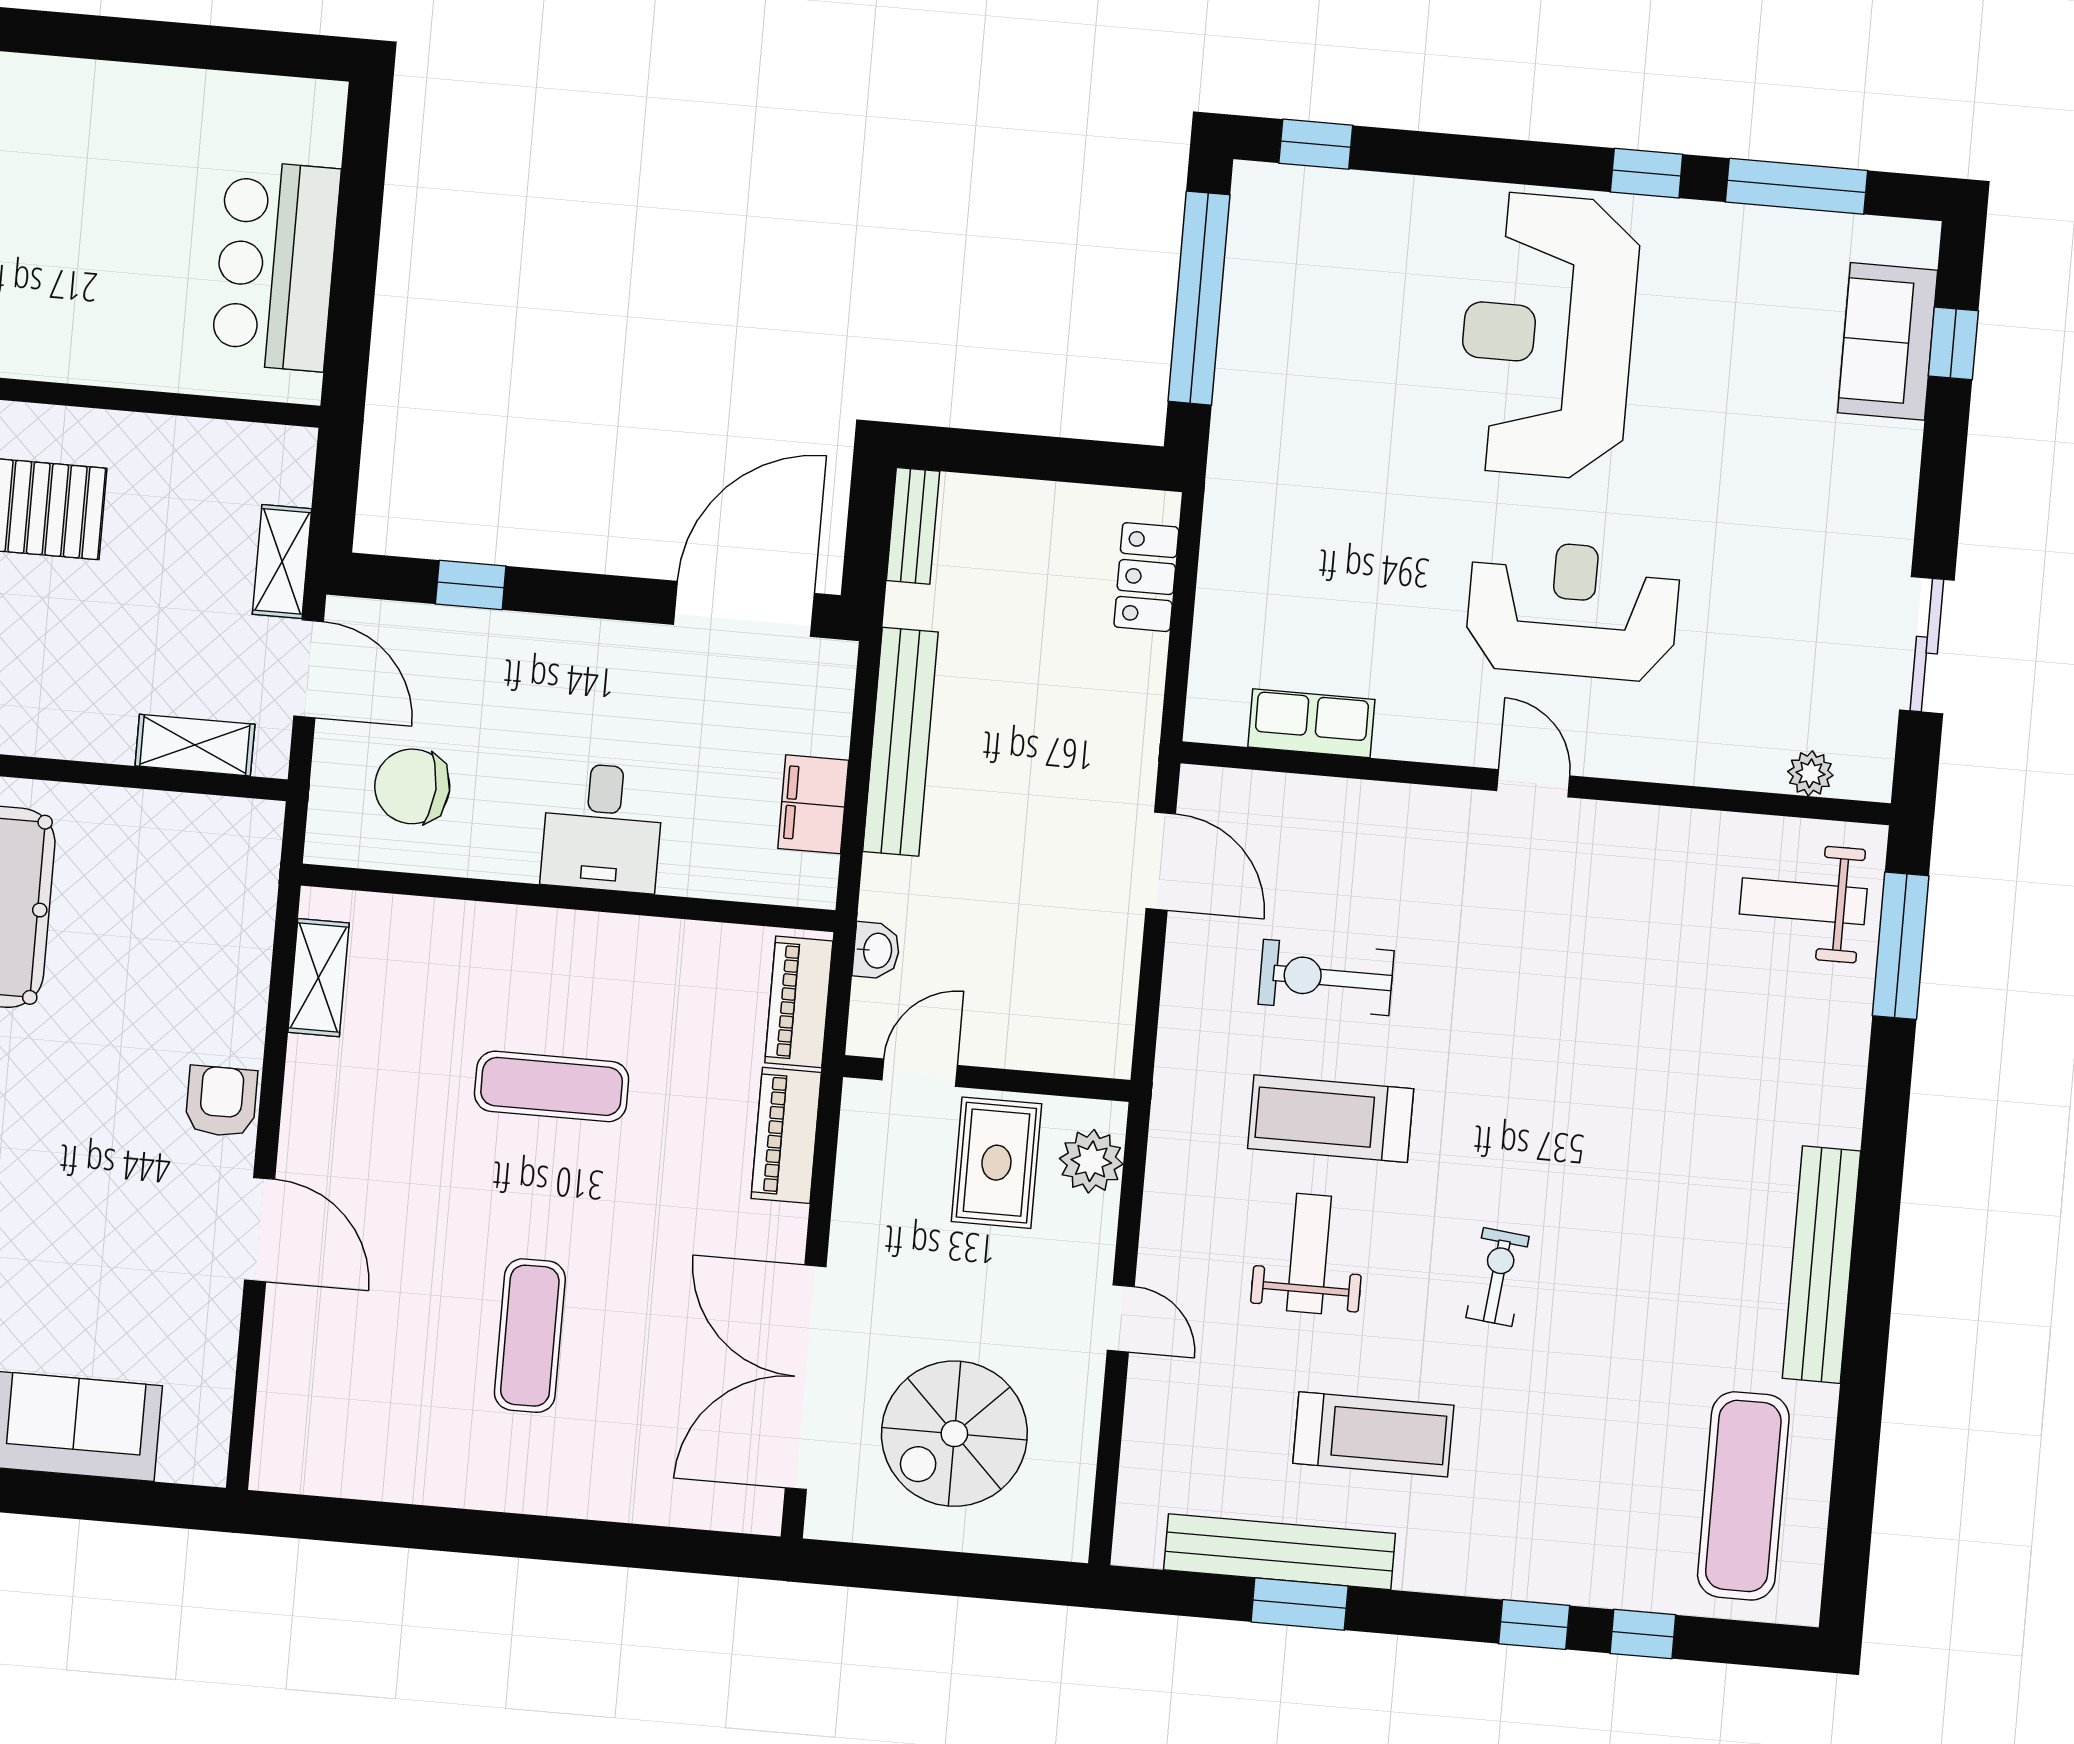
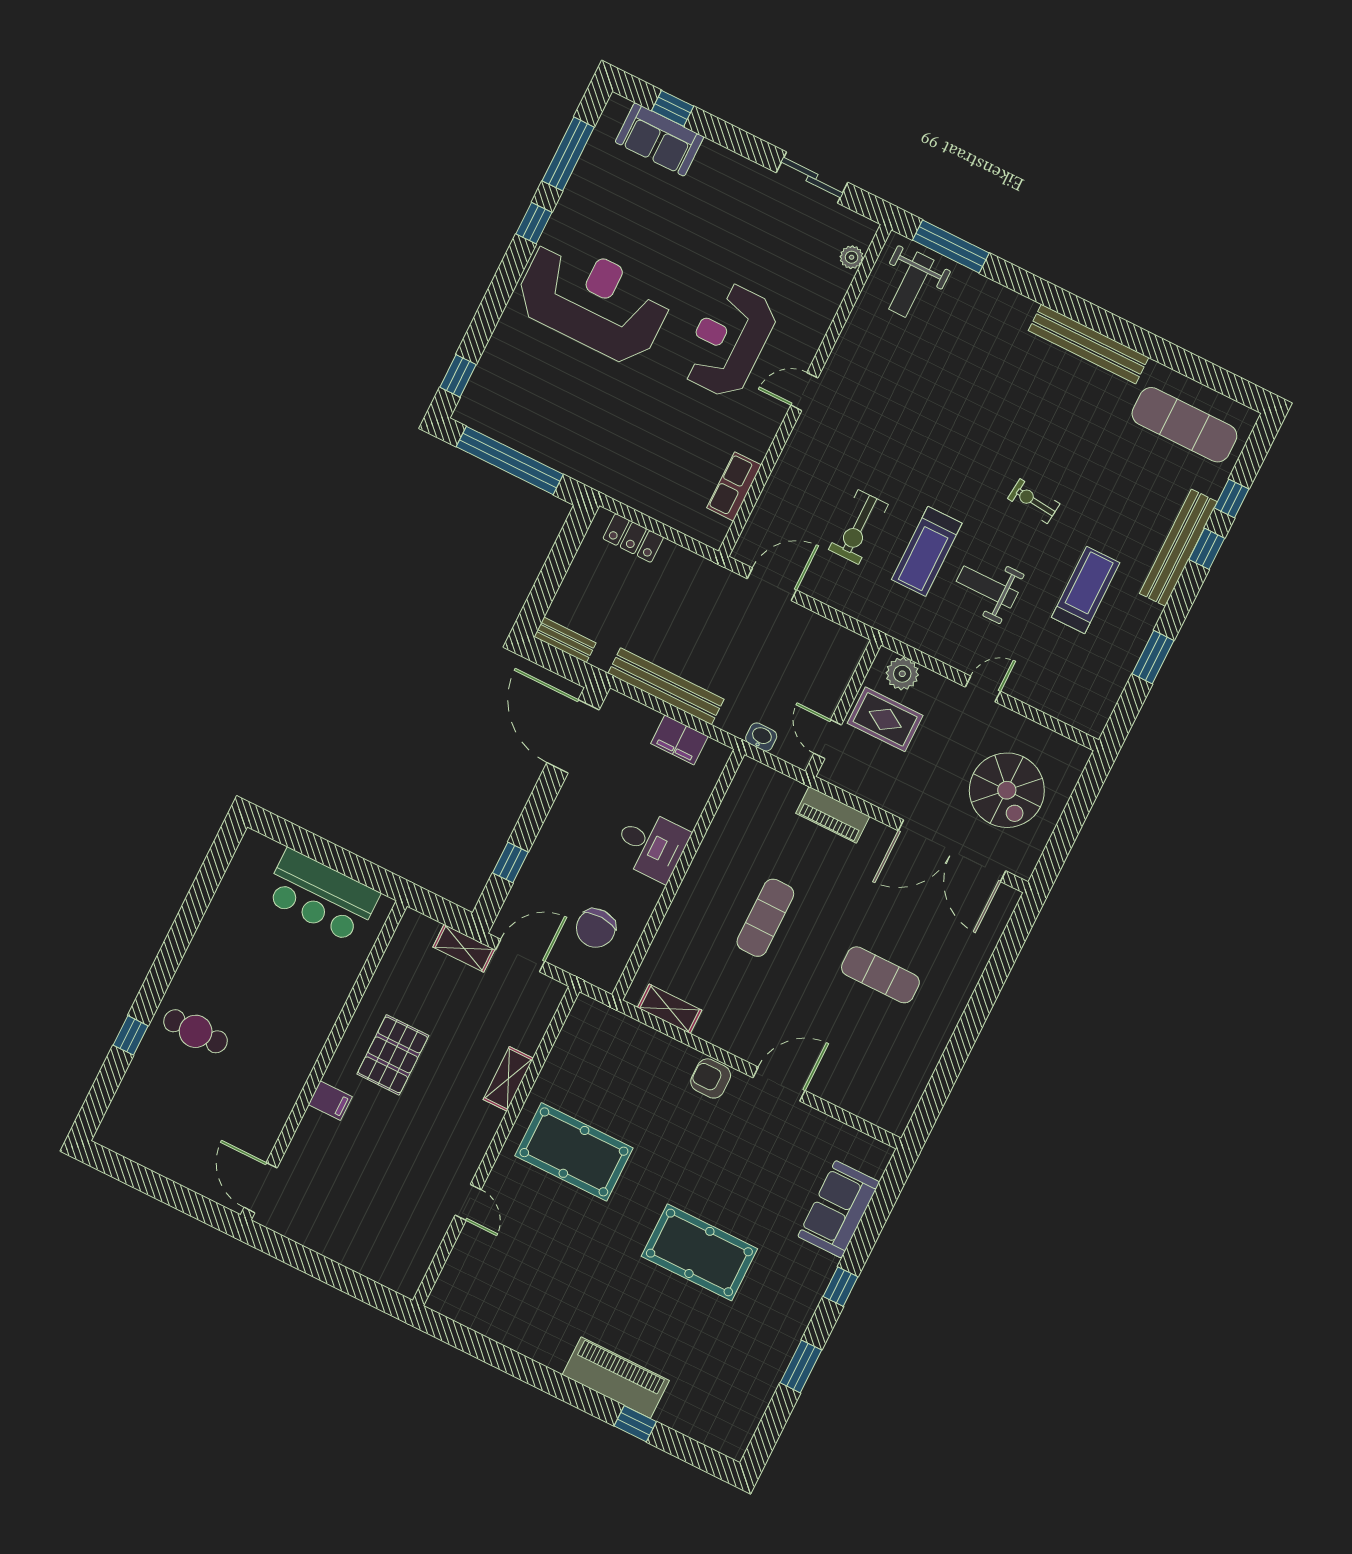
reception desk: (1548, 336) -> (593, 301), turned 180
shelving: (195, 745) -> (508, 1079), moved
piano: (799, 1002) -> (771, 784), removed
bench: (1280, 1552) -> (1178, 548), moved

